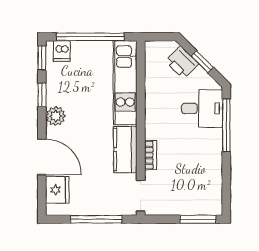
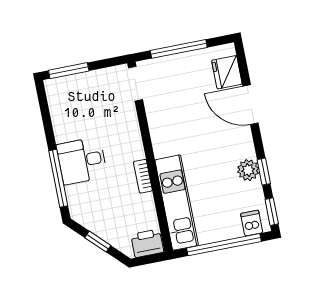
printer: (182, 62) -> (147, 243), moved, turned -45
desk: (202, 109) -> (82, 161), moved
plant: (56, 116) -> (248, 170), moved
kitchen counter: (125, 150) -> (162, 130), removed
bookcase: (150, 155) -> (143, 176), moved

